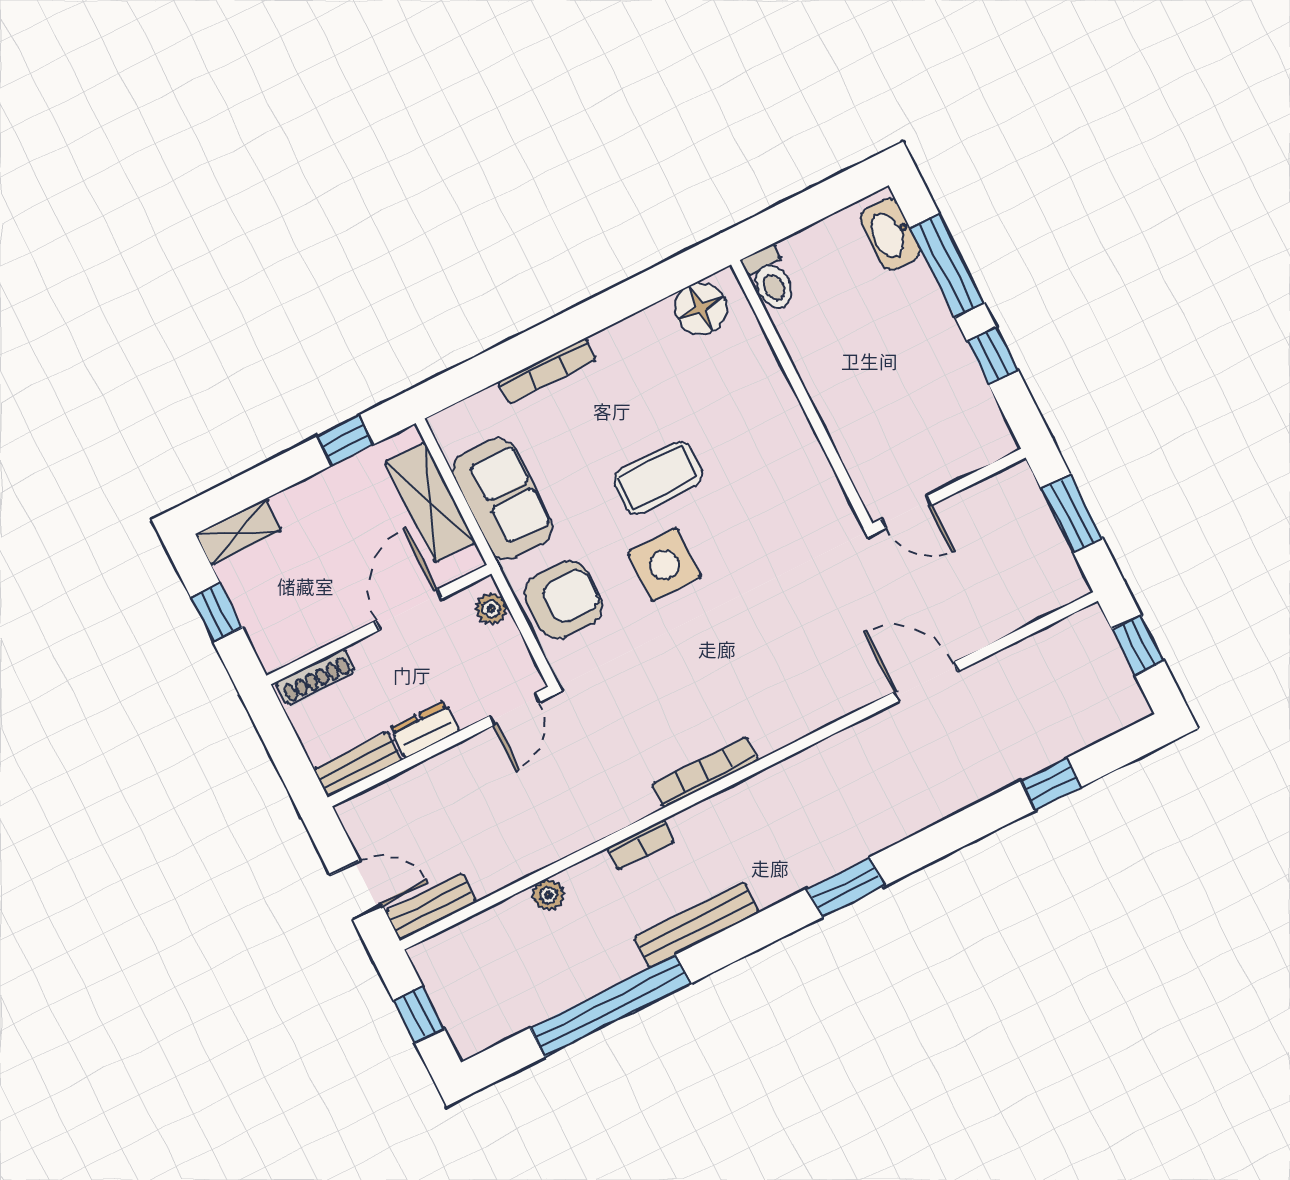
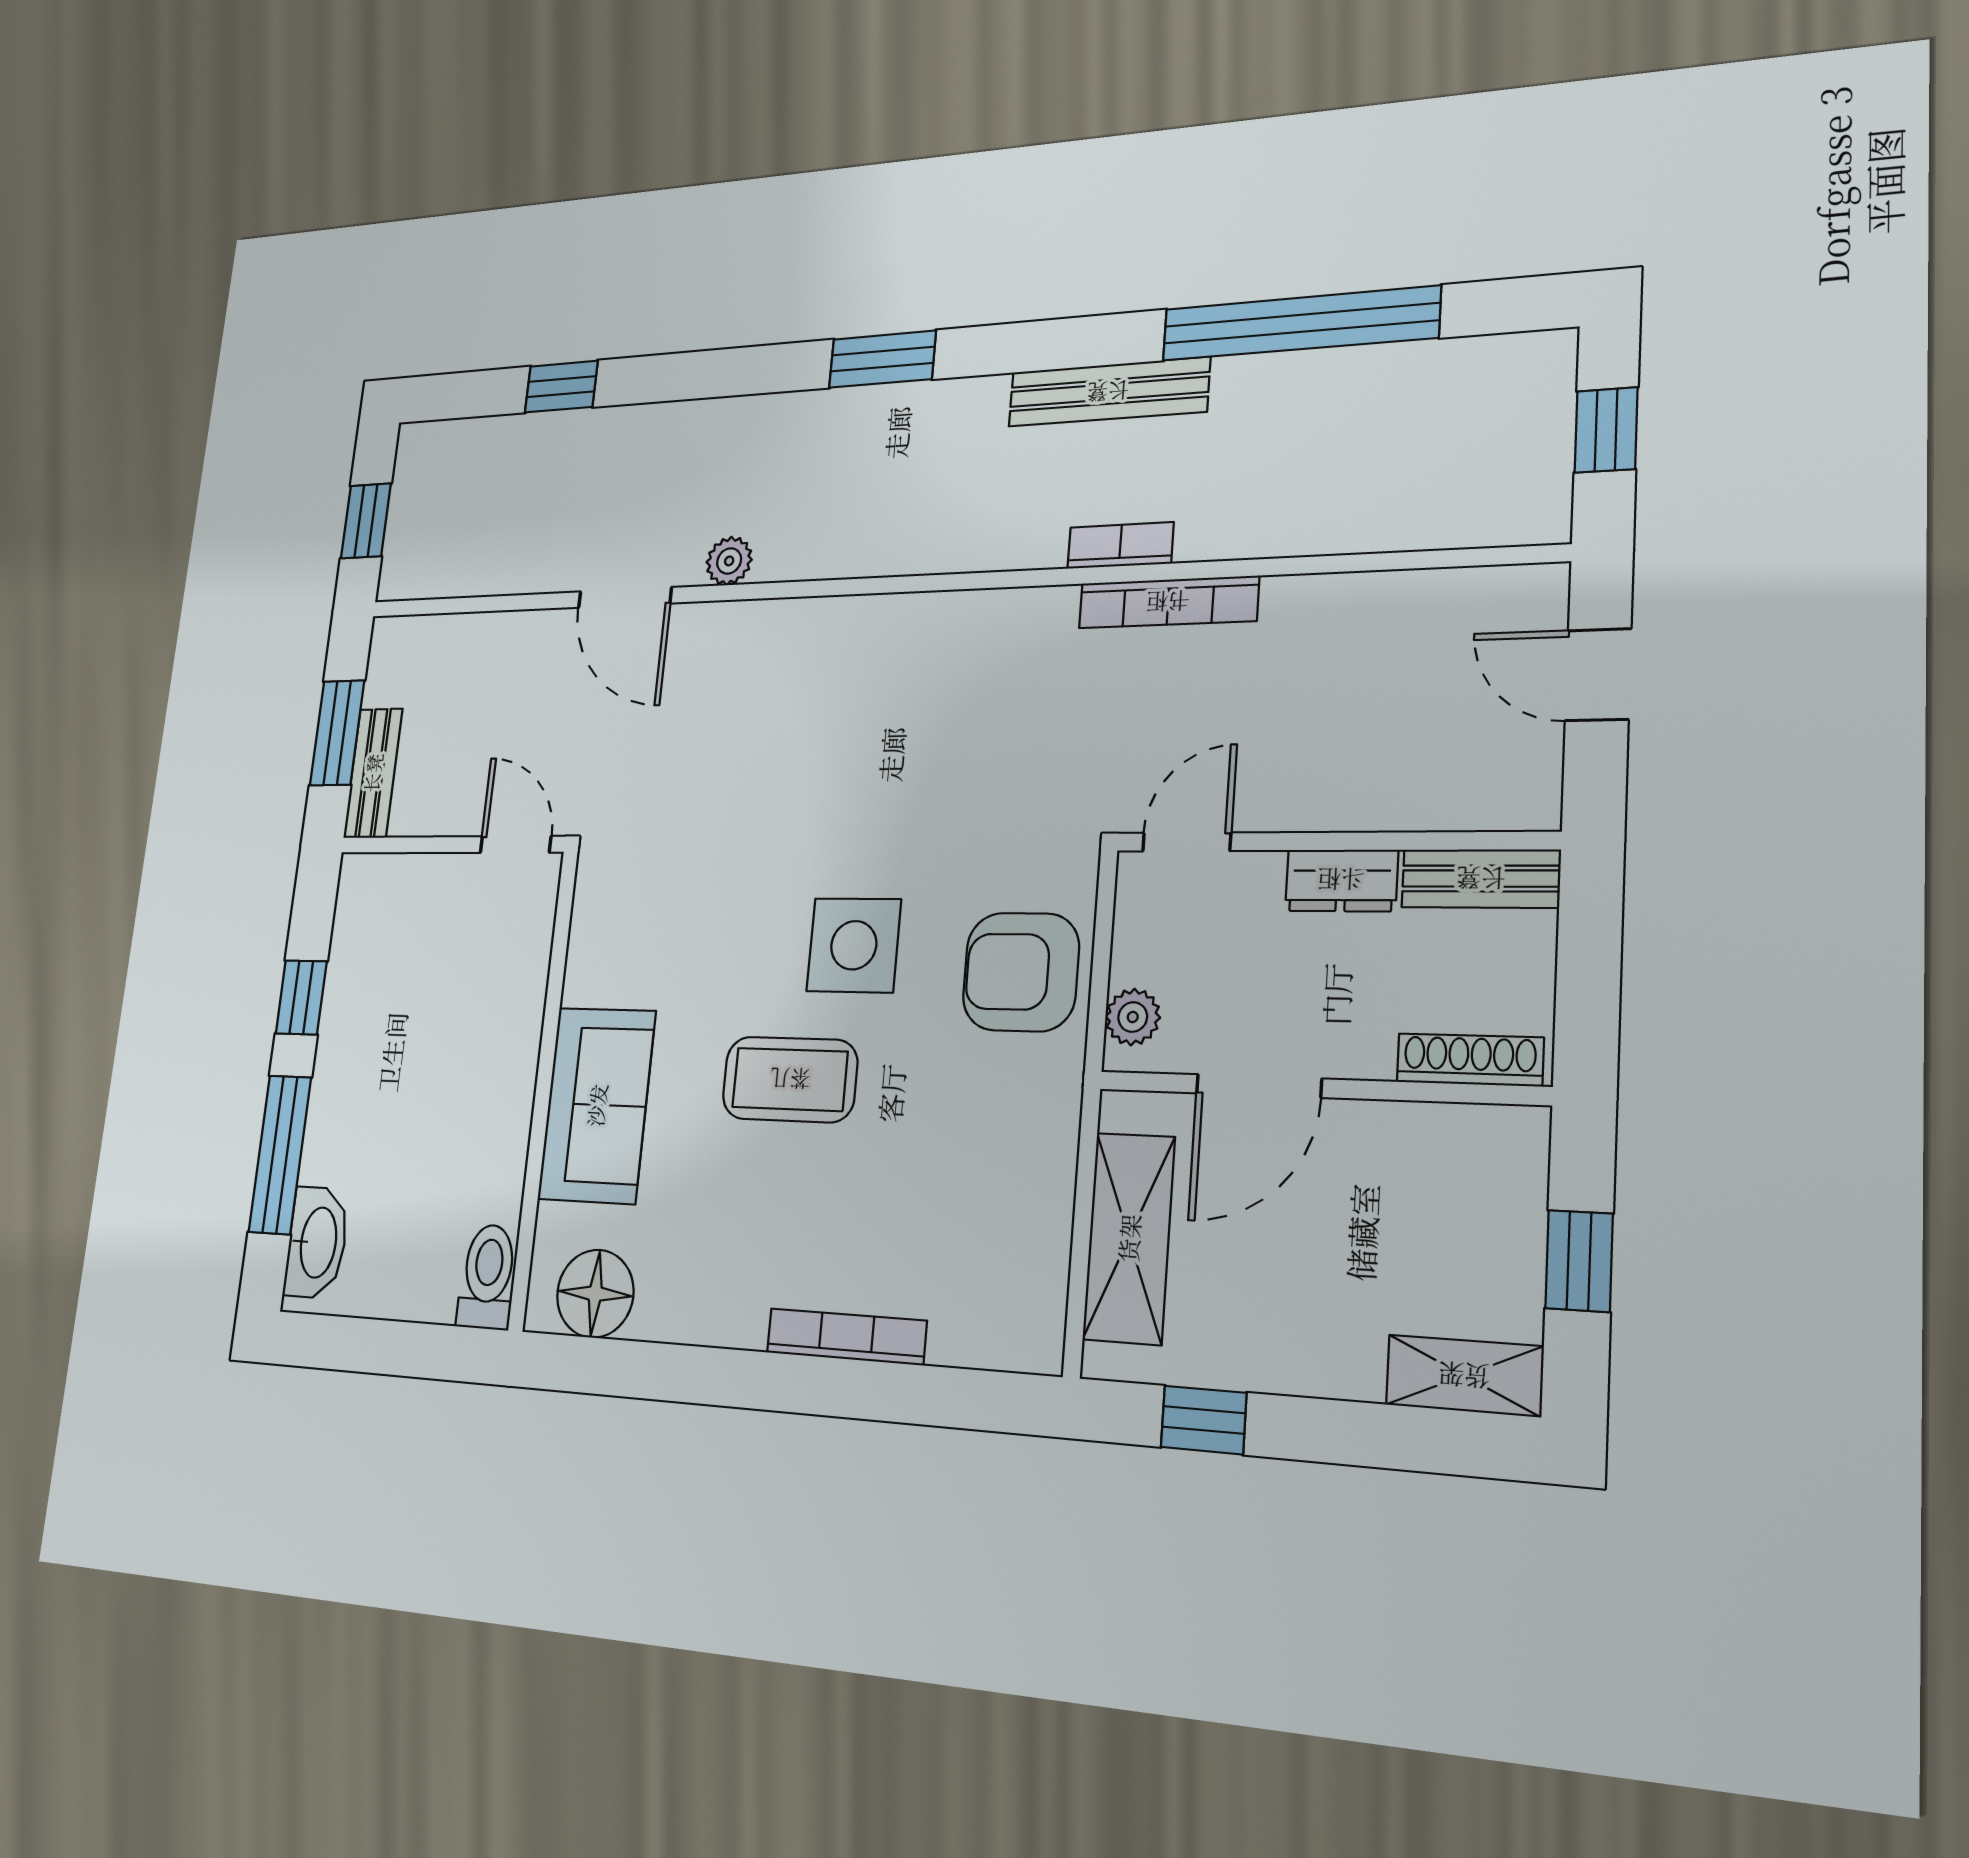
sofa: (502, 499) -> (597, 1105), moved, turned 180
bookcase: (705, 772) -> (1168, 602), moved
plant: (548, 895) -> (729, 561), moved
bench: (431, 907) -> (373, 773), moved, turned 90

